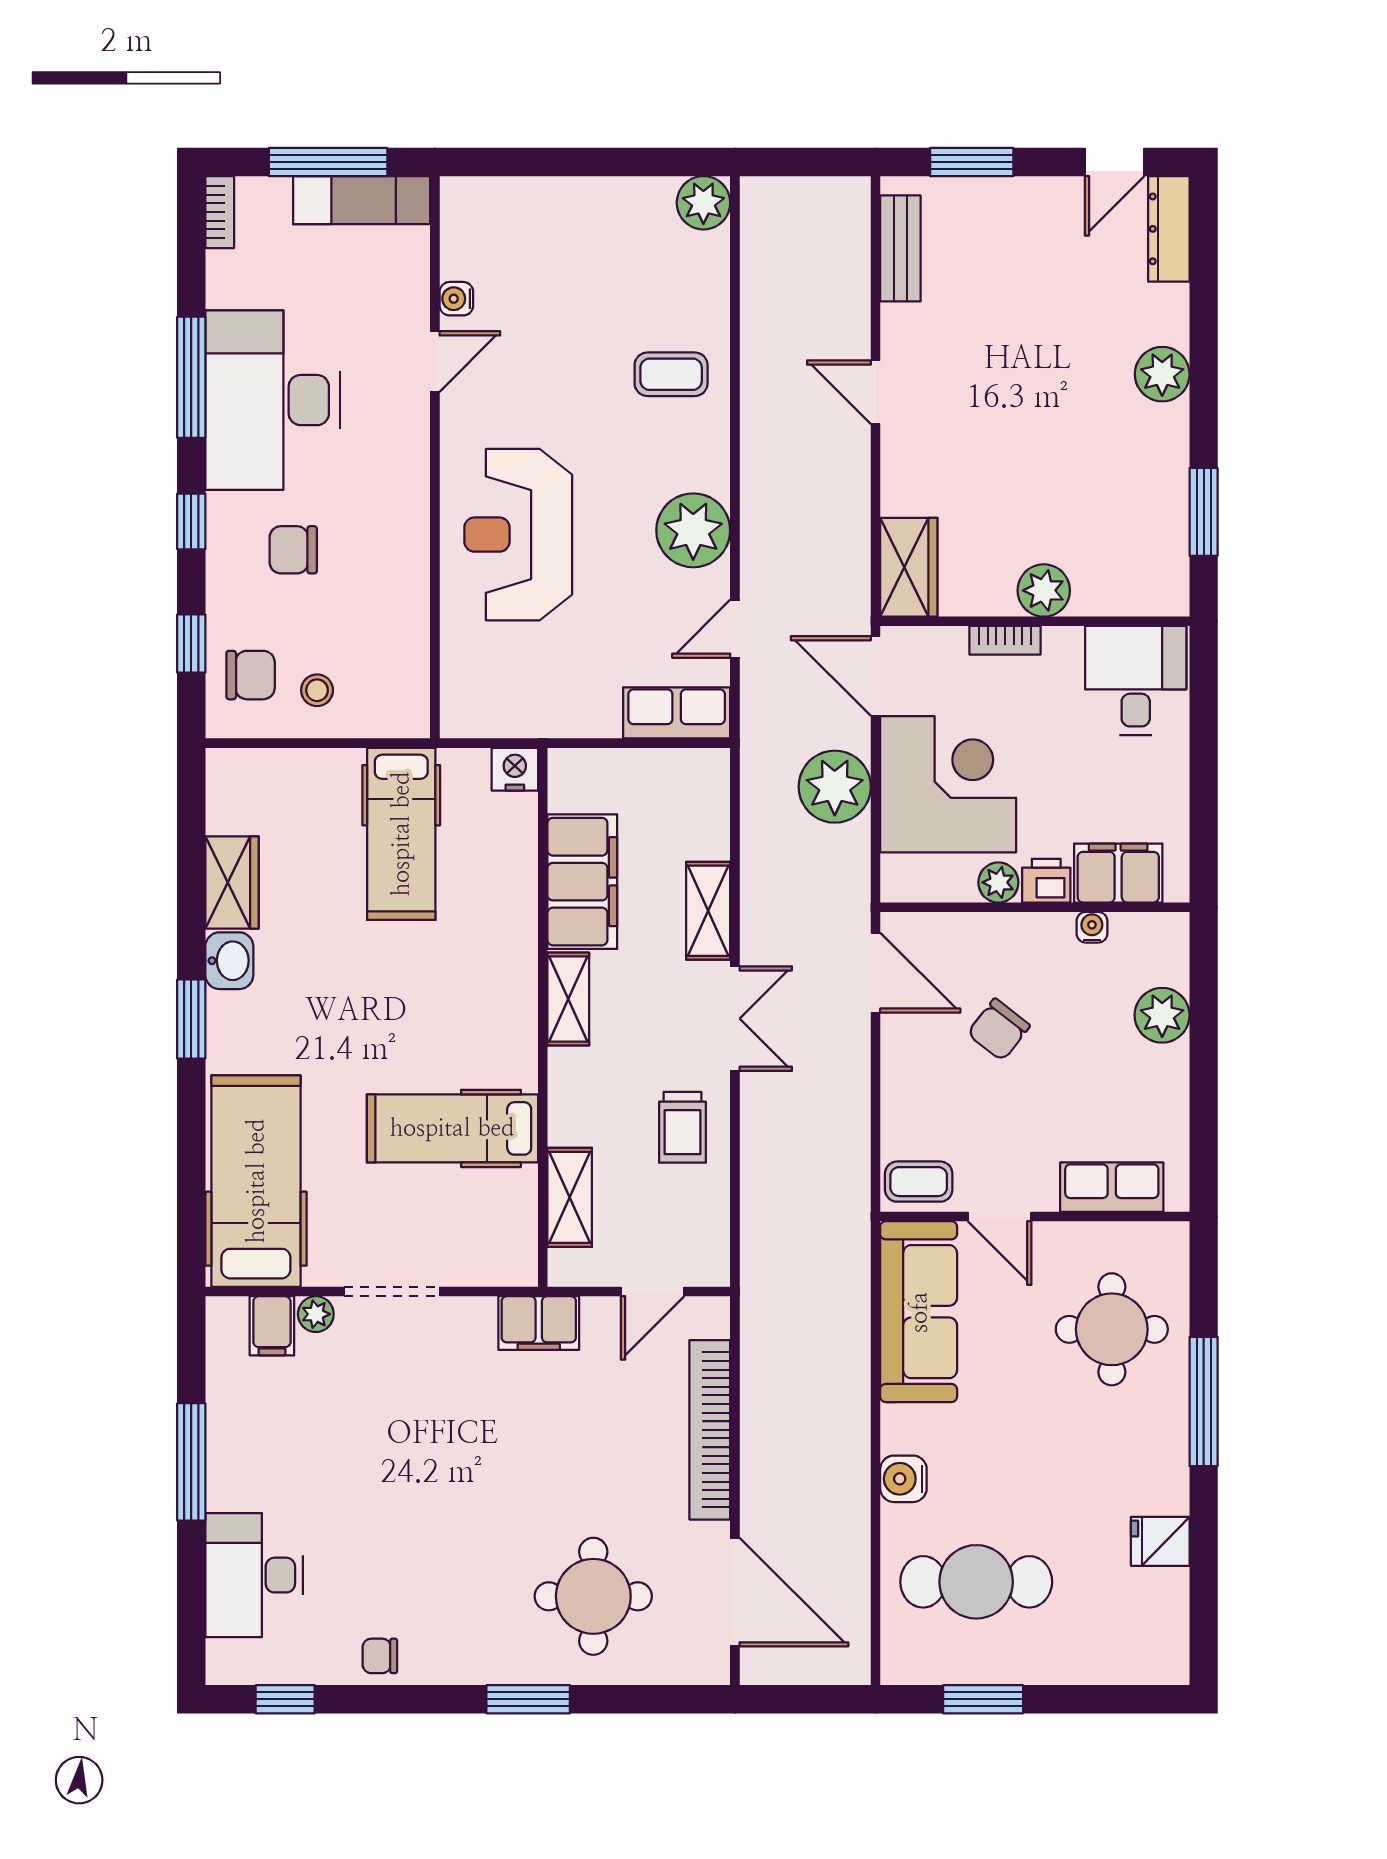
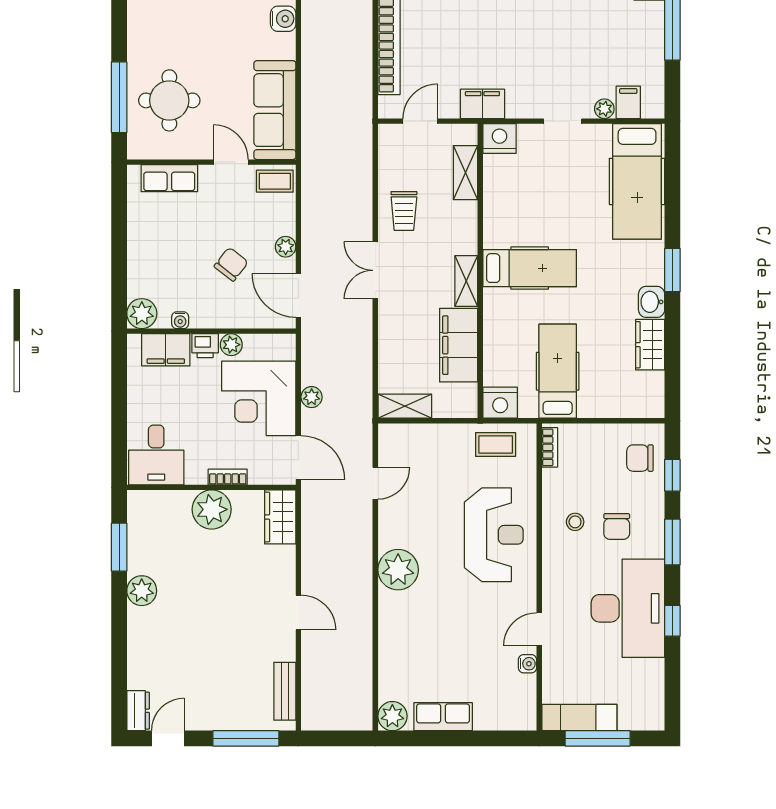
window: (972, 162) -> (246, 738), width x1.44
bookcase: (220, 212) -> (550, 447), moved, turned 180
dresser: (1169, 229) -> (138, 711), width x0.70
coffee table: (671, 374) -> (496, 445), moved
plant: (1162, 374) -> (142, 591), moved
window: (191, 377) -> (672, 621), width x0.46
window: (191, 521) -> (672, 542), width x1.50
plant: (693, 530) -> (398, 570), moved
chair: (293, 550) -> (617, 526), turned 90
plant: (1044, 590) -> (212, 509), width x1.36, depth x1.36
stool: (317, 690) -> (575, 522), moved
row of seats: (677, 713) -> (443, 717), moved, turned 180
nightstand: (515, 769) -> (500, 403), width x1.36, depth x1.33
plant: (835, 787) -> (312, 397), width x0.53, depth x0.53
shelving: (708, 911) -> (405, 406), moved, turned 90
plant: (1162, 1015) -> (142, 314), moved
plant: (899, 1062) -> (286, 247), added
trolley: (682, 1127) -> (404, 211), turned 180
hospital bed: (452, 1128) -> (530, 268), moved
nightstand: (508, 1260) -> (499, 139), added
doorway: (392, 1292) -> (563, 121), width x0.73
window: (1204, 1401) -> (119, 97), moved

